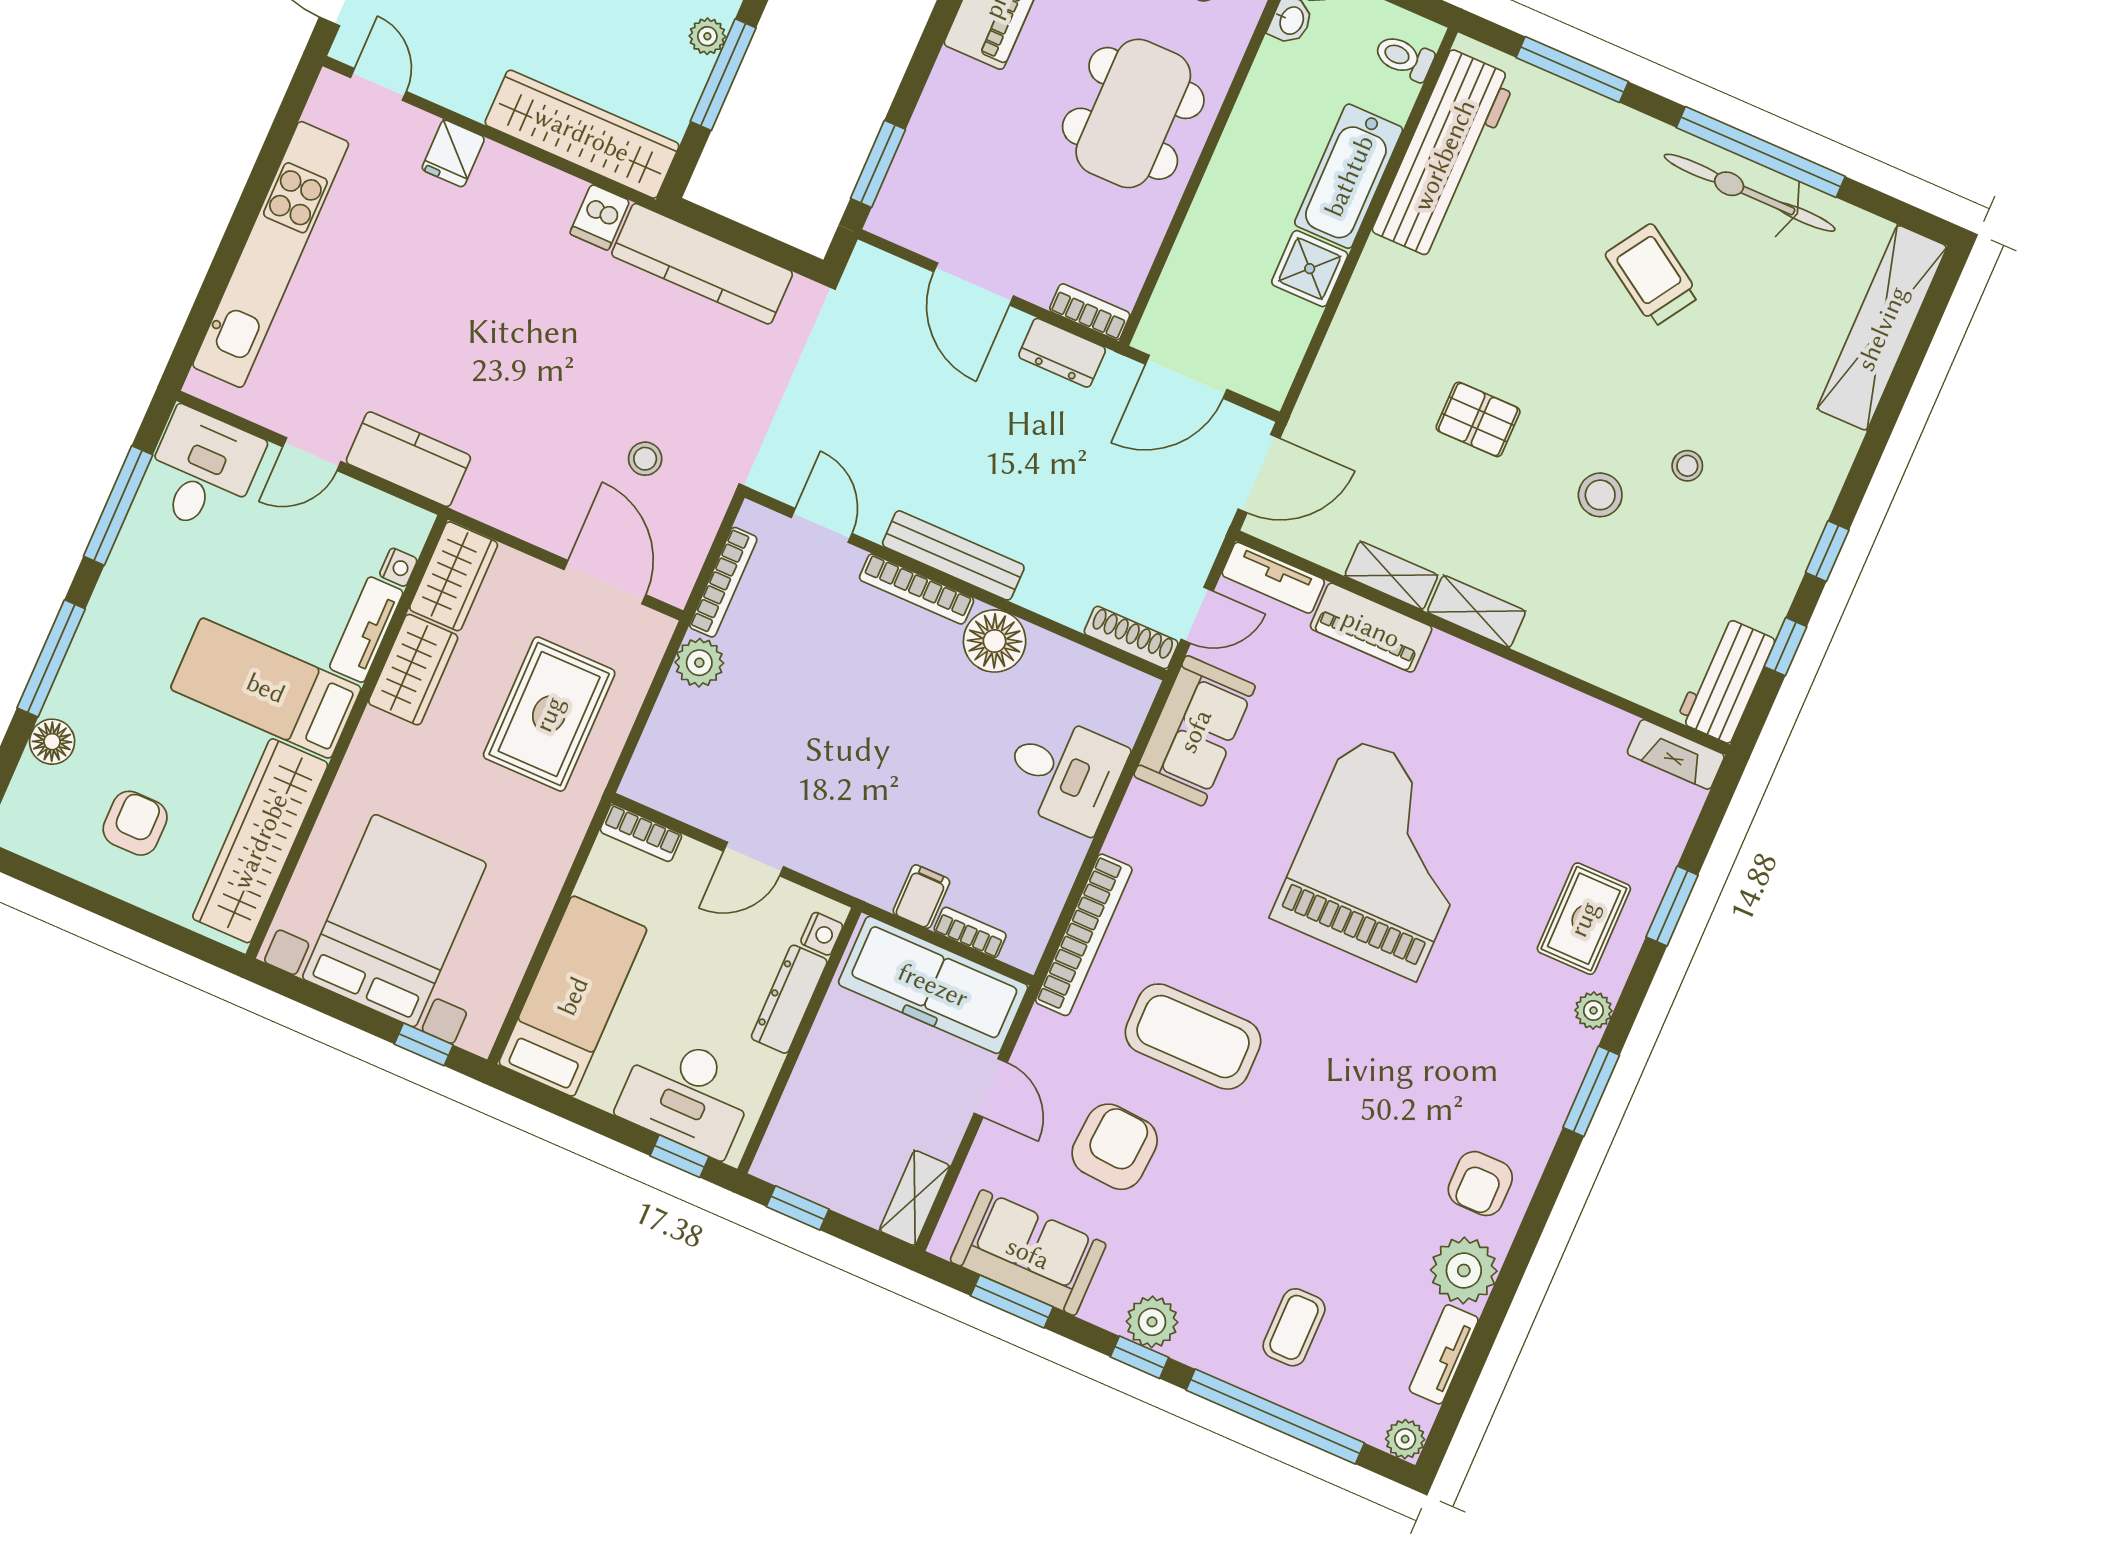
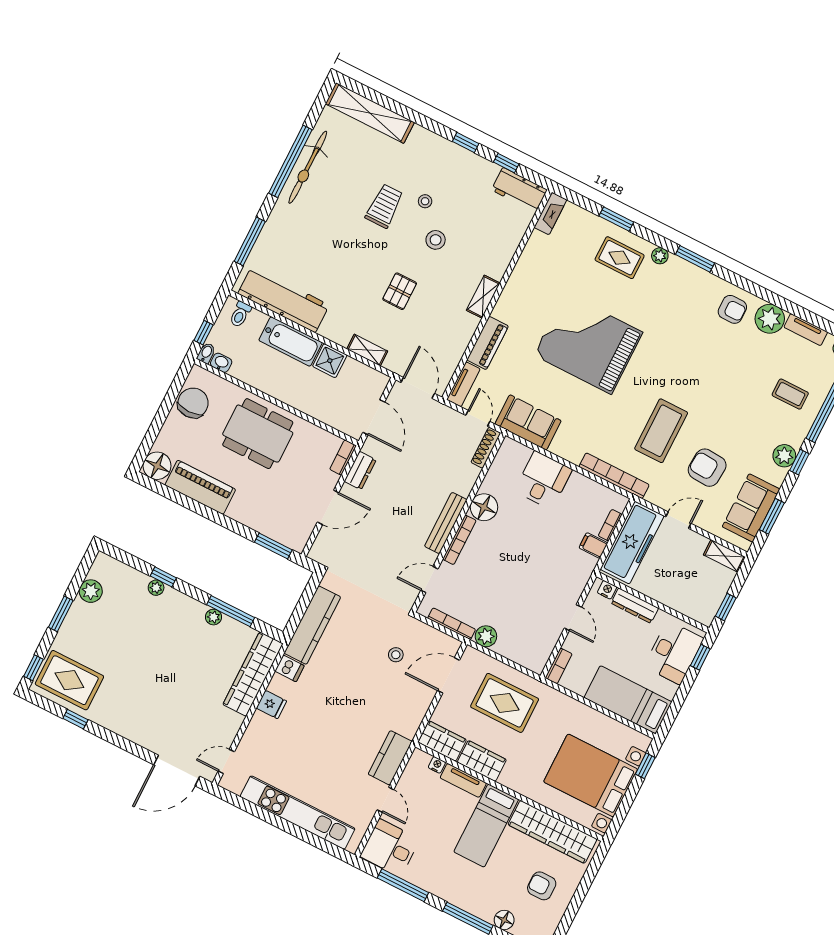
fridge: (453, 153) -> (271, 705), moved
trolley: (1652, 275) -> (384, 206), moved, turned 147
shelving: (1391, 575) -> (367, 350), moved, turned 90

